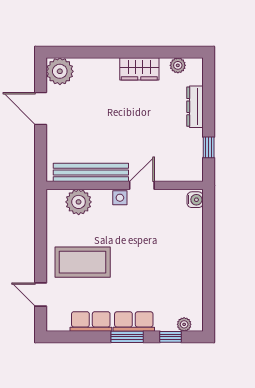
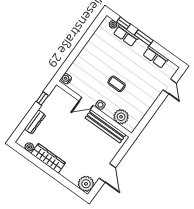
wardrobe: (139, 69) -> (48, 158), width x1.50
coffee table: (83, 262) -> (117, 84), moved, width x0.54, depth x0.58
row of seats: (134, 322) -> (126, 36), moved

